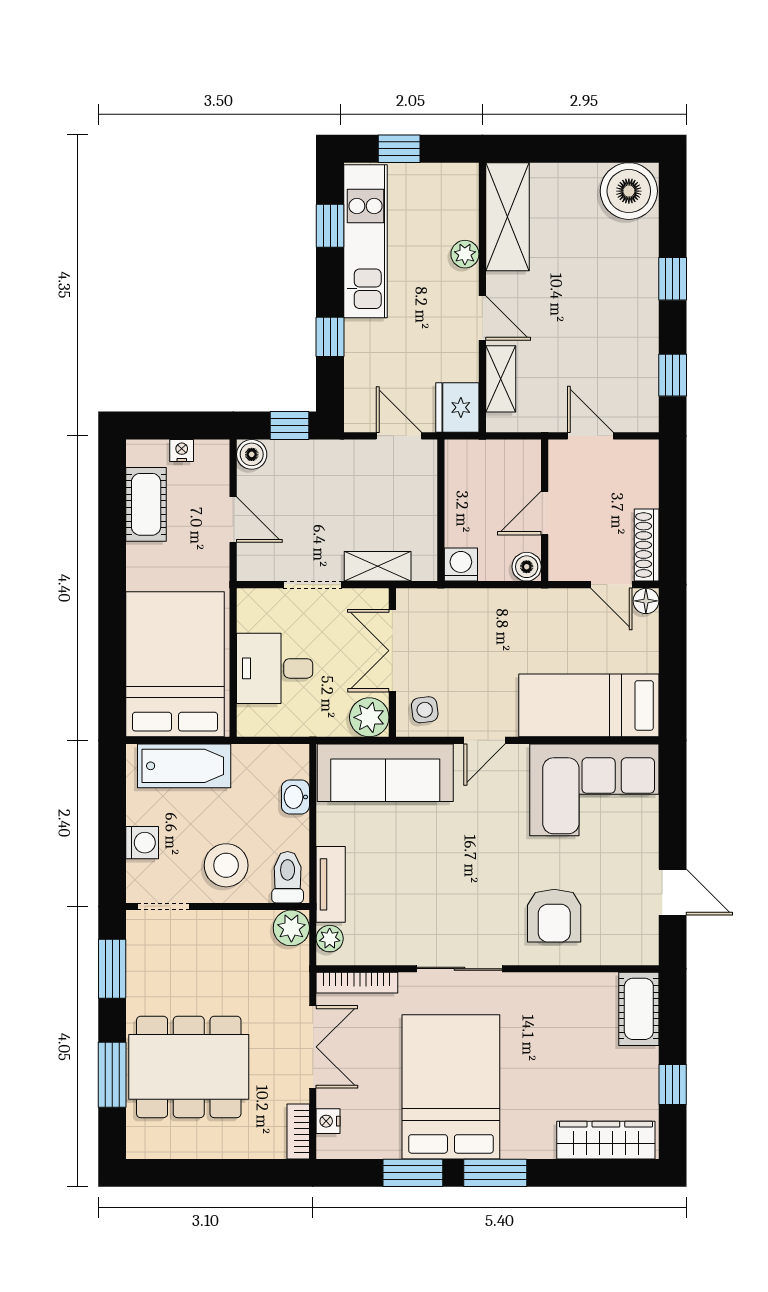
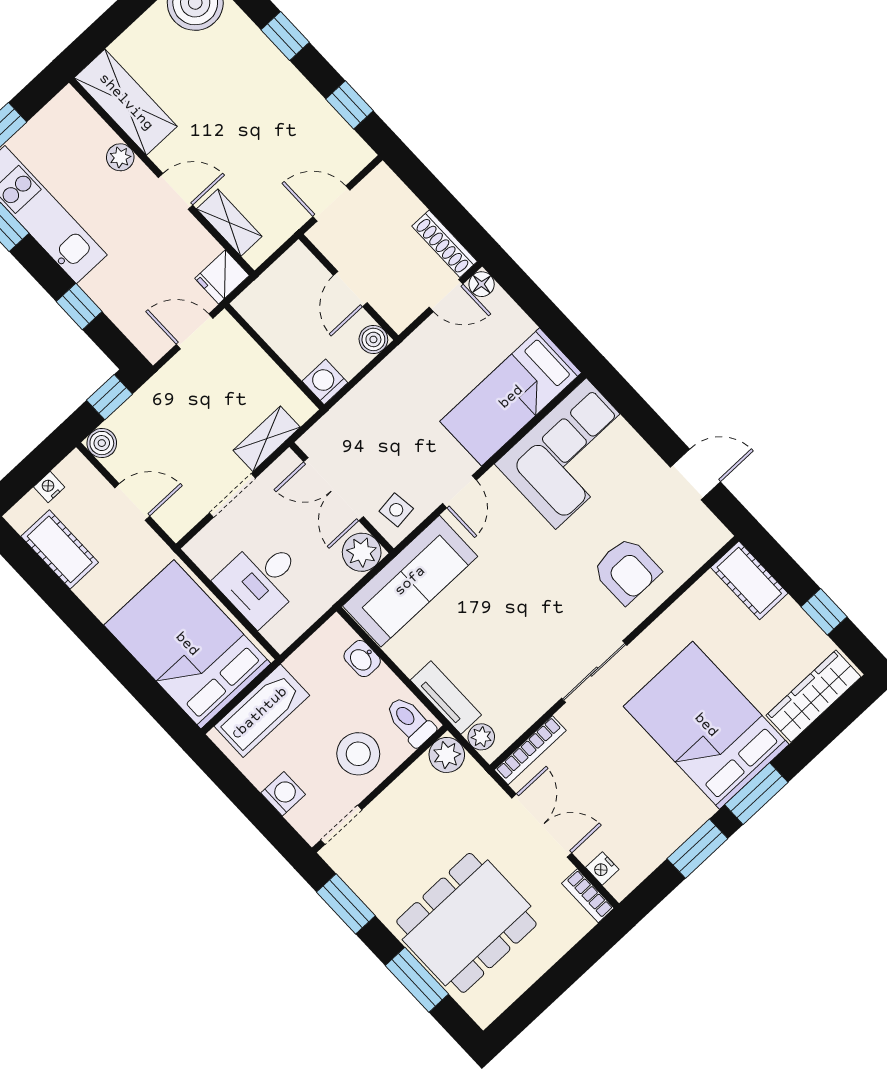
fridge: (457, 407) -> (222, 277), width x0.72
bed: (451, 1087) -> (706, 725), moved

